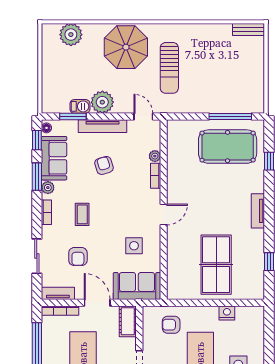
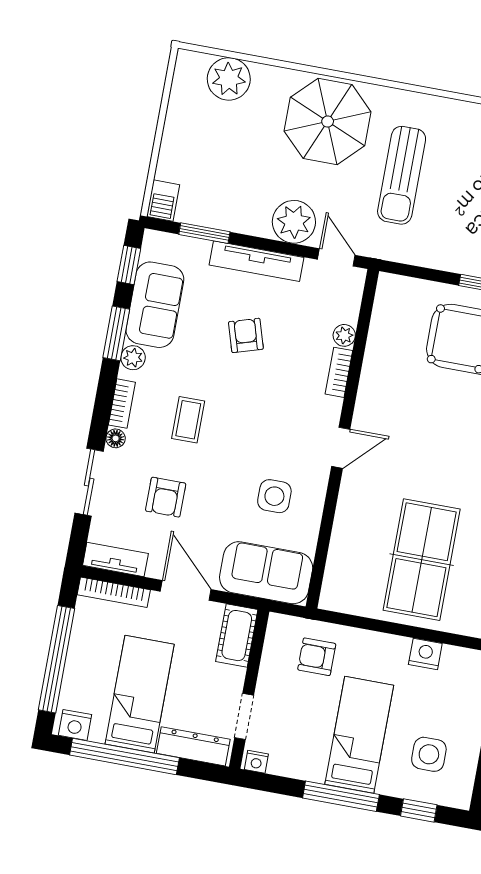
plant: (102, 102) -> (294, 222), moved
barbecue: (80, 106) -> (163, 201), moved, turned 90
floor lamp: (46, 128) -> (116, 438), moved

